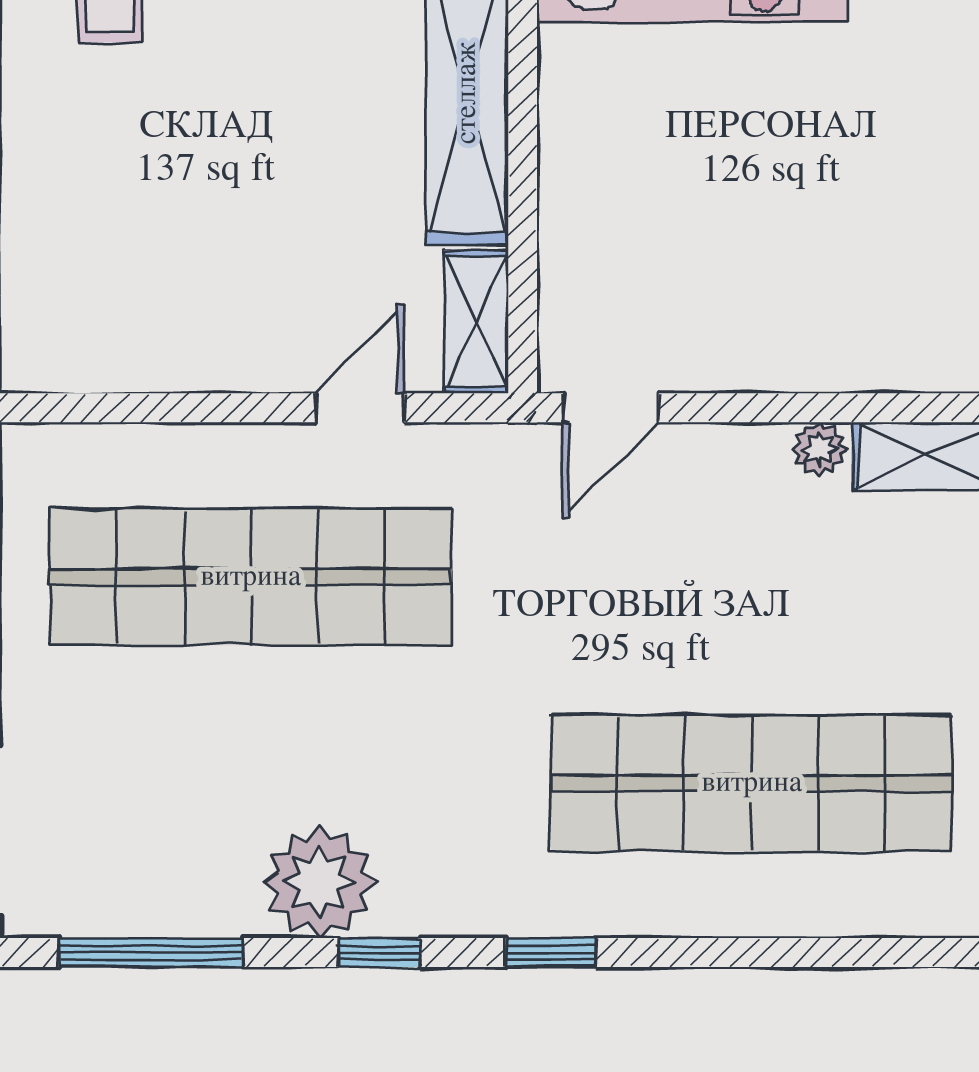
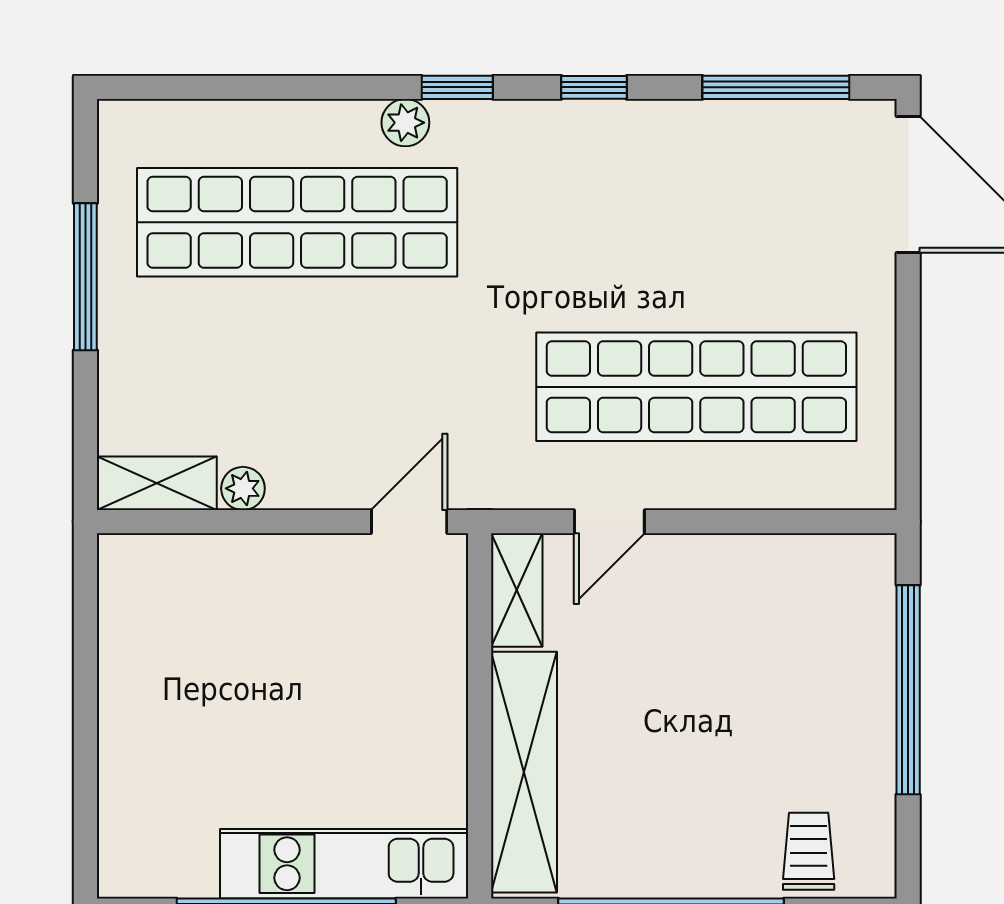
plant: (319, 882) -> (405, 123), moved, width x0.53, depth x0.53

